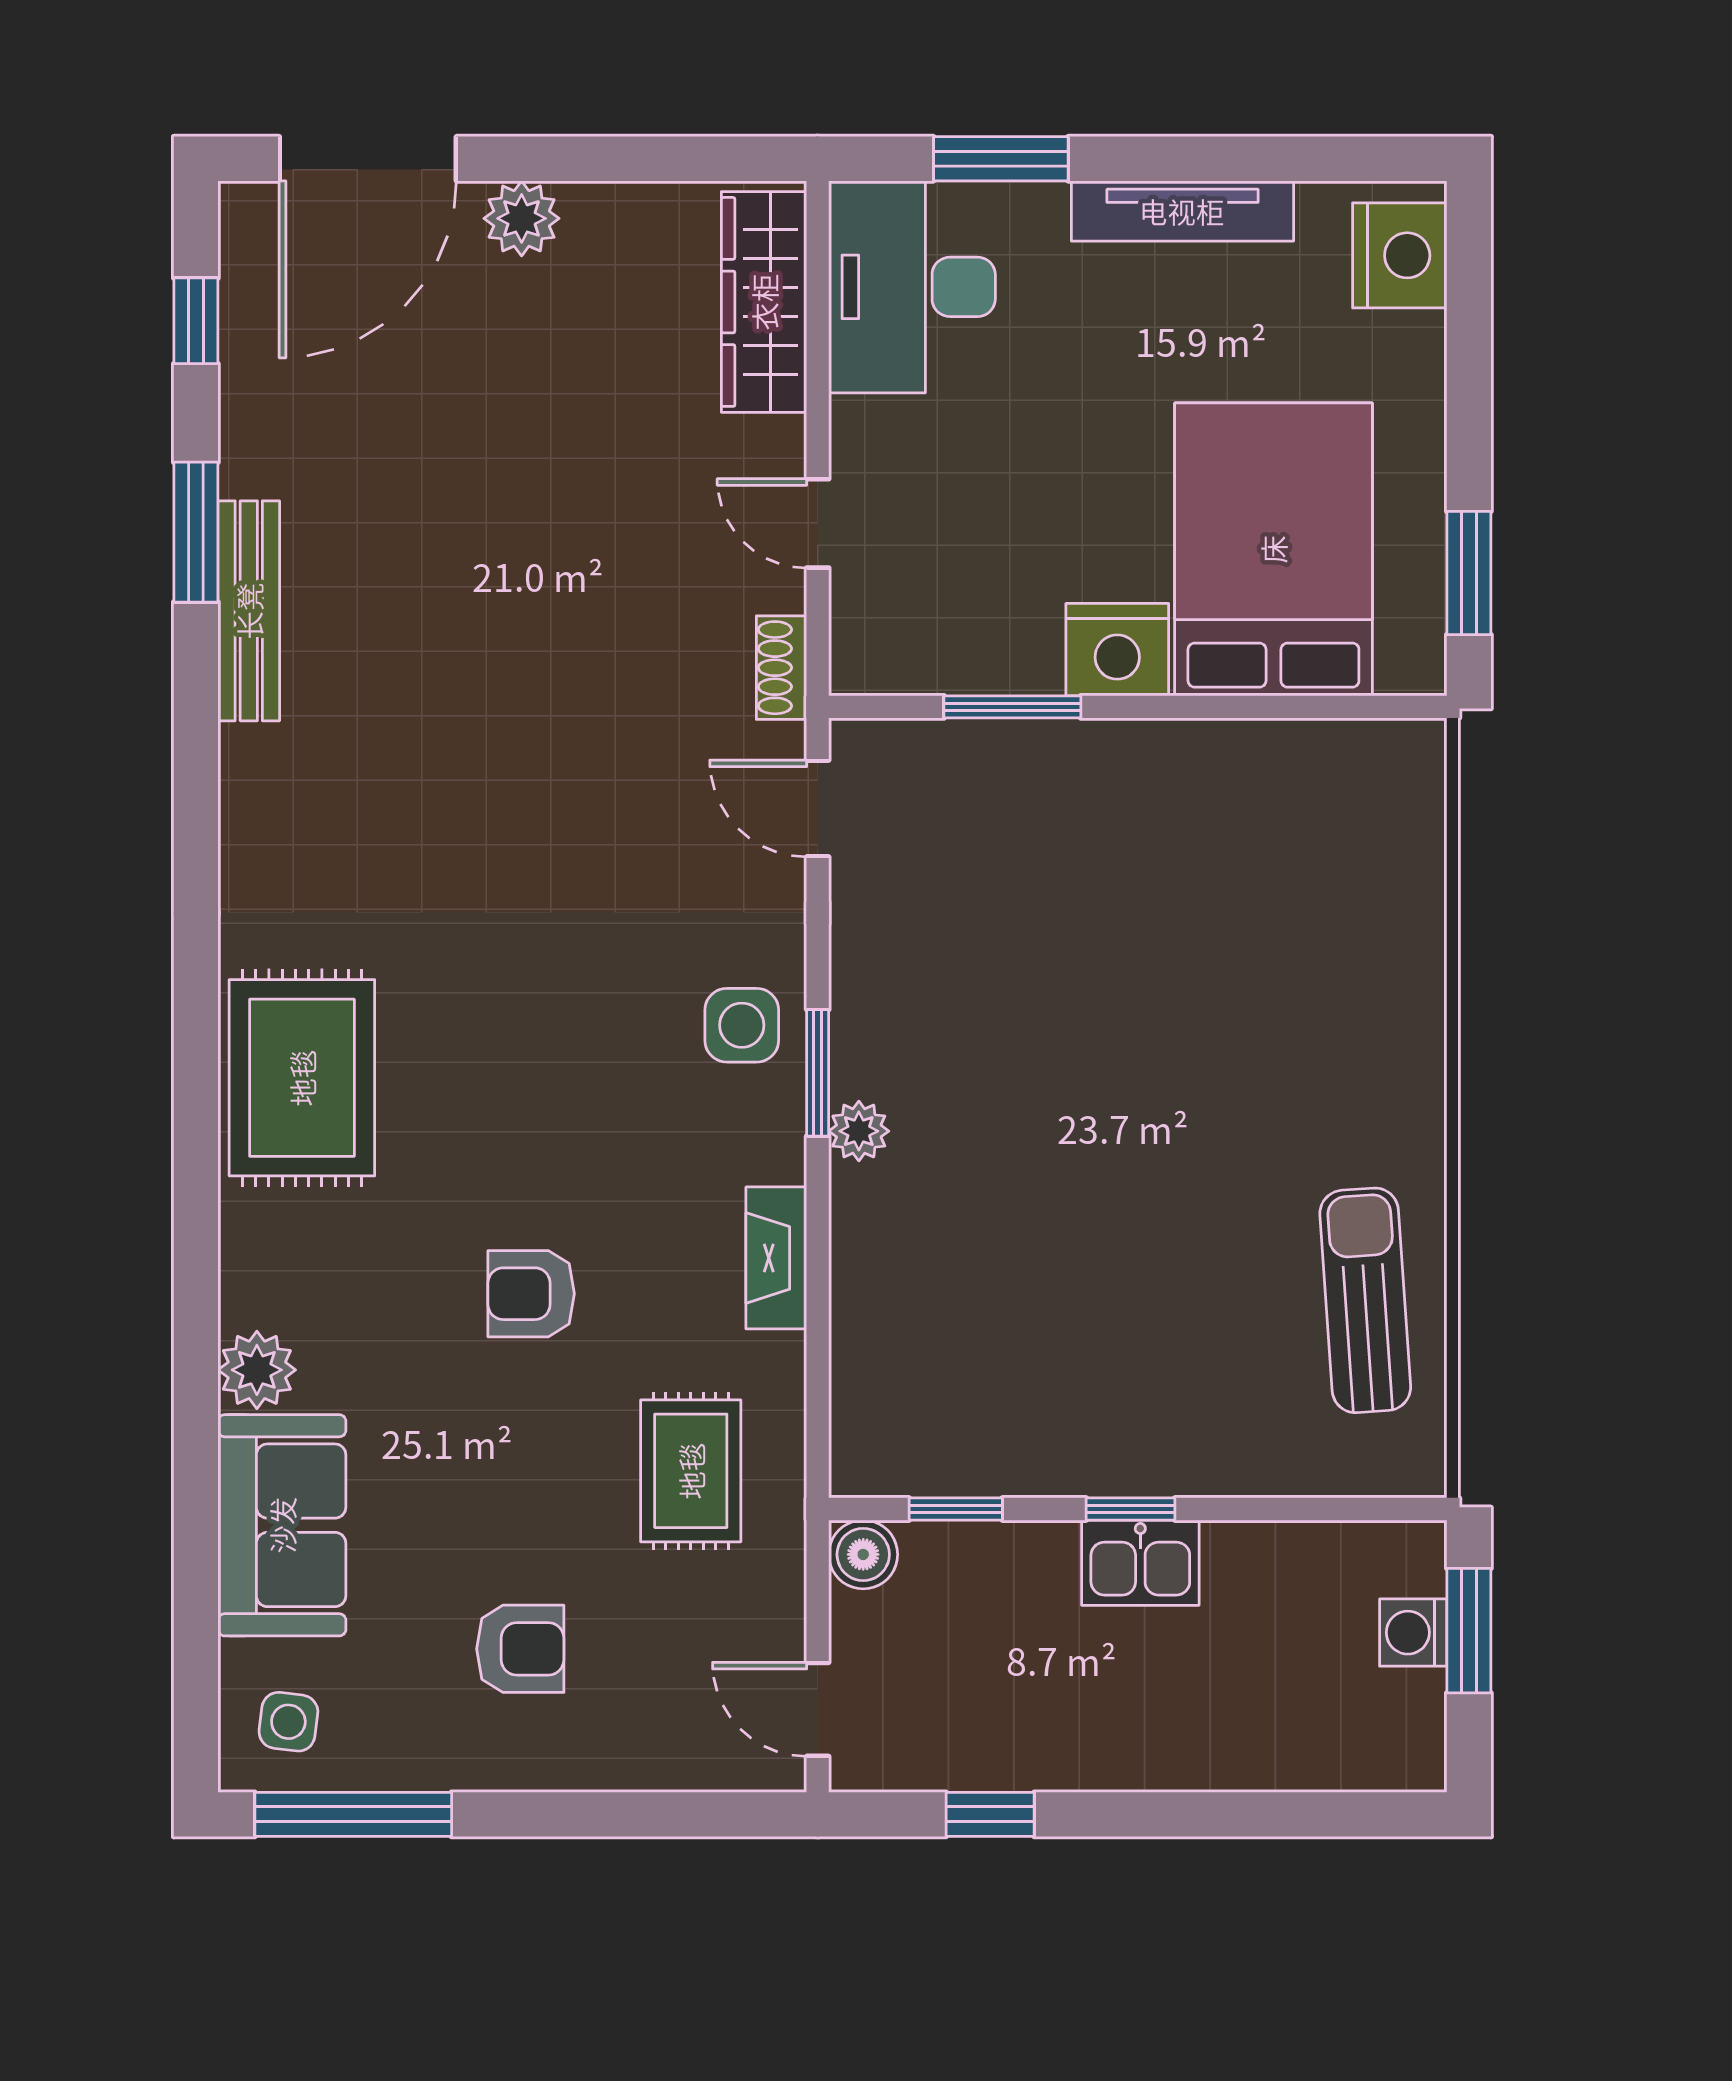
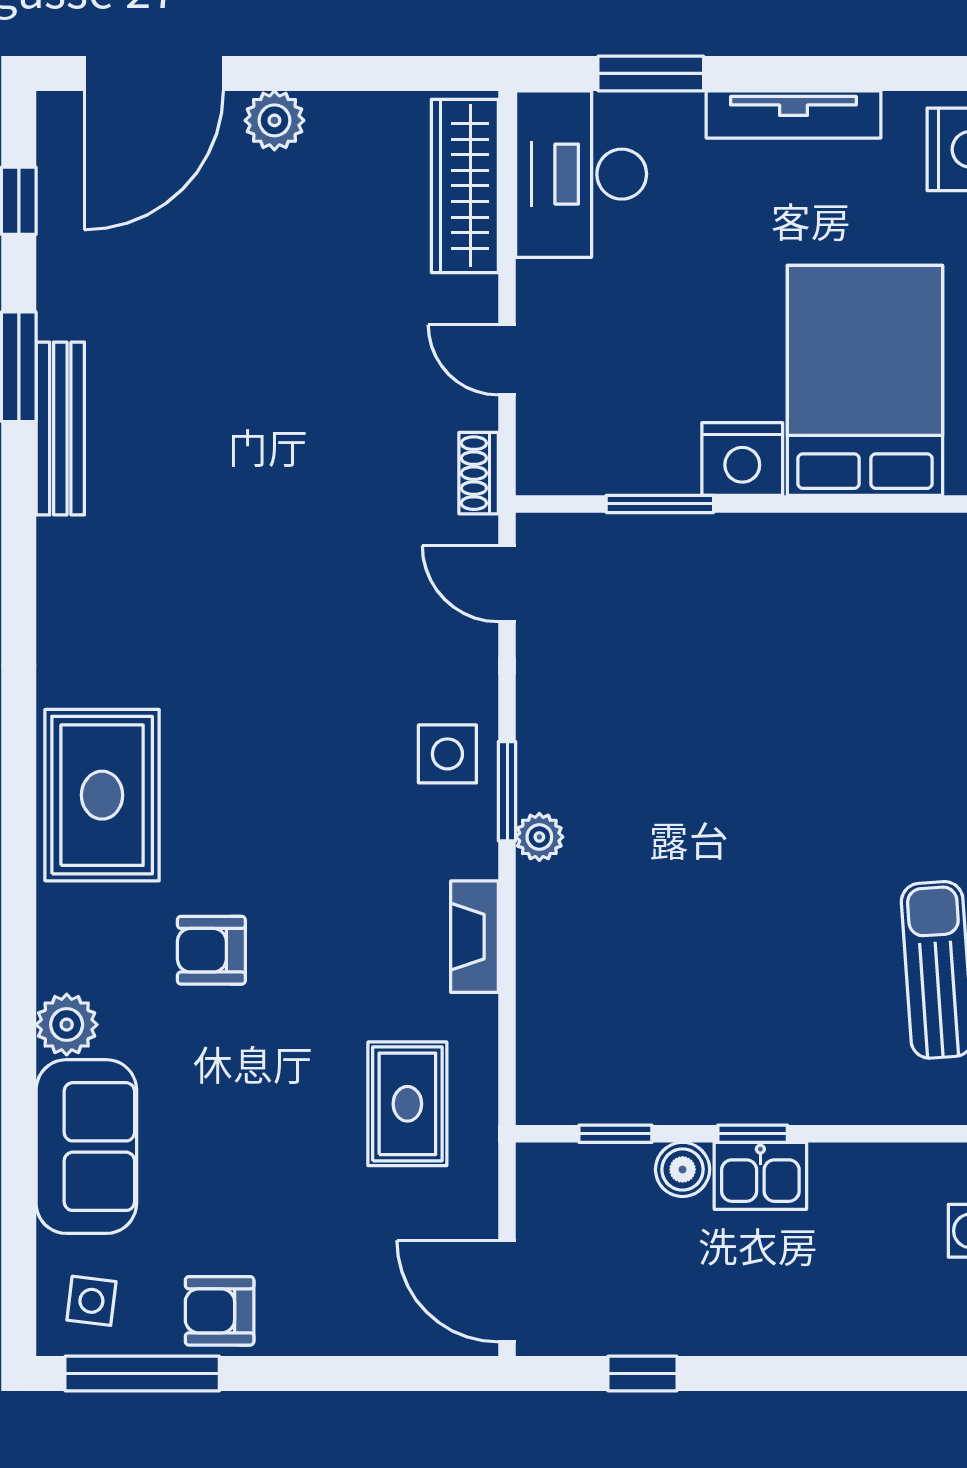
armchair: (531, 1294) -> (211, 950), moved
boiler: (863, 1554) -> (683, 1169), moved
armchair: (520, 1649) -> (220, 1311), moved, turned 180
door: (818, 1709) -> (507, 1291), width x1.38

